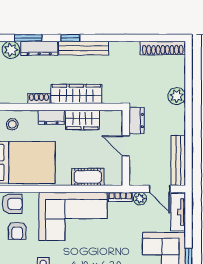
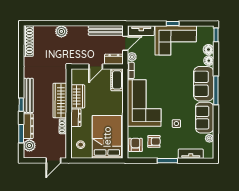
dresser: (137, 121) -> (114, 59), moved
cot: (88, 177) -> (117, 80), moved

